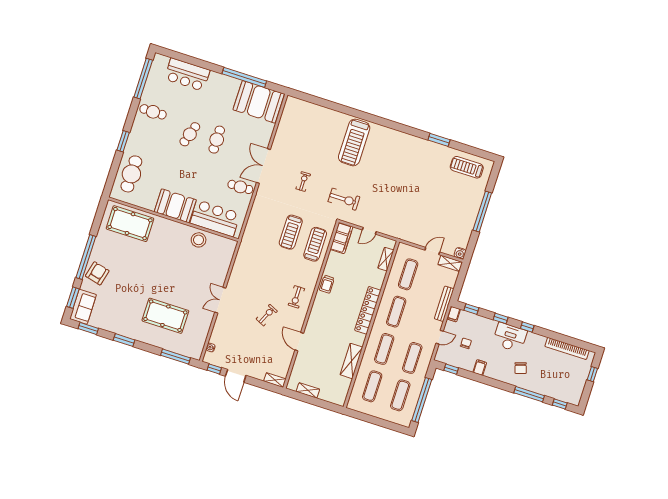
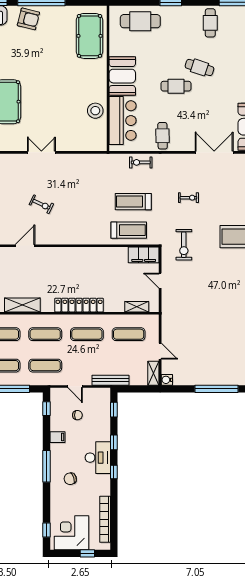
cafe table: (217, 140) -> (176, 86), moved
double door: (263, 166) -> (214, 152), moved
trolley: (327, 284) -> (92, 255), removed
exercise bike: (296, 297) -> (141, 162), moved
filing cabinet: (454, 314) -> (103, 393), removed
corner desk: (569, 382) -> (72, 533), added
window: (529, 394) -> (47, 466), moved

